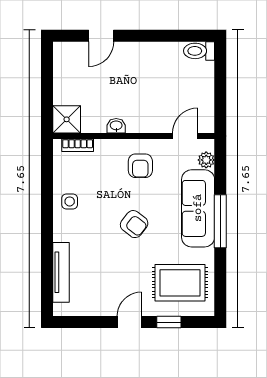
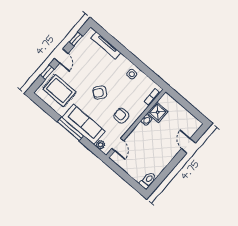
shower: (67, 119) -> (158, 112), moved
rug: (180, 283) -> (59, 91), turned 90
window: (88, 322) -> (76, 39), added

